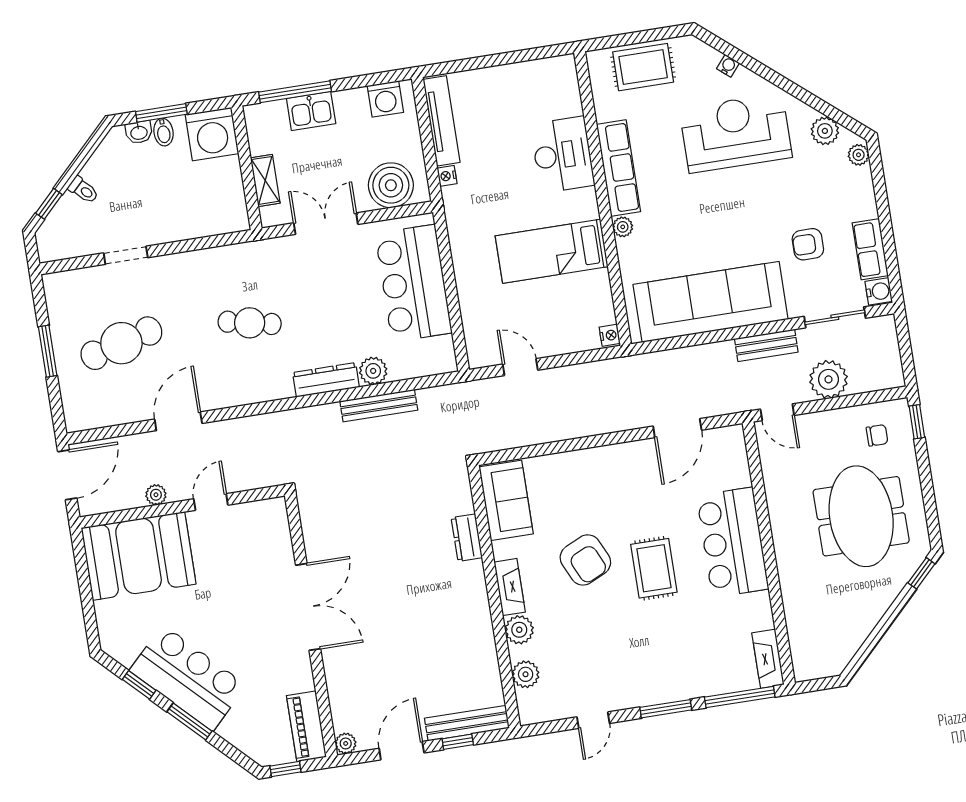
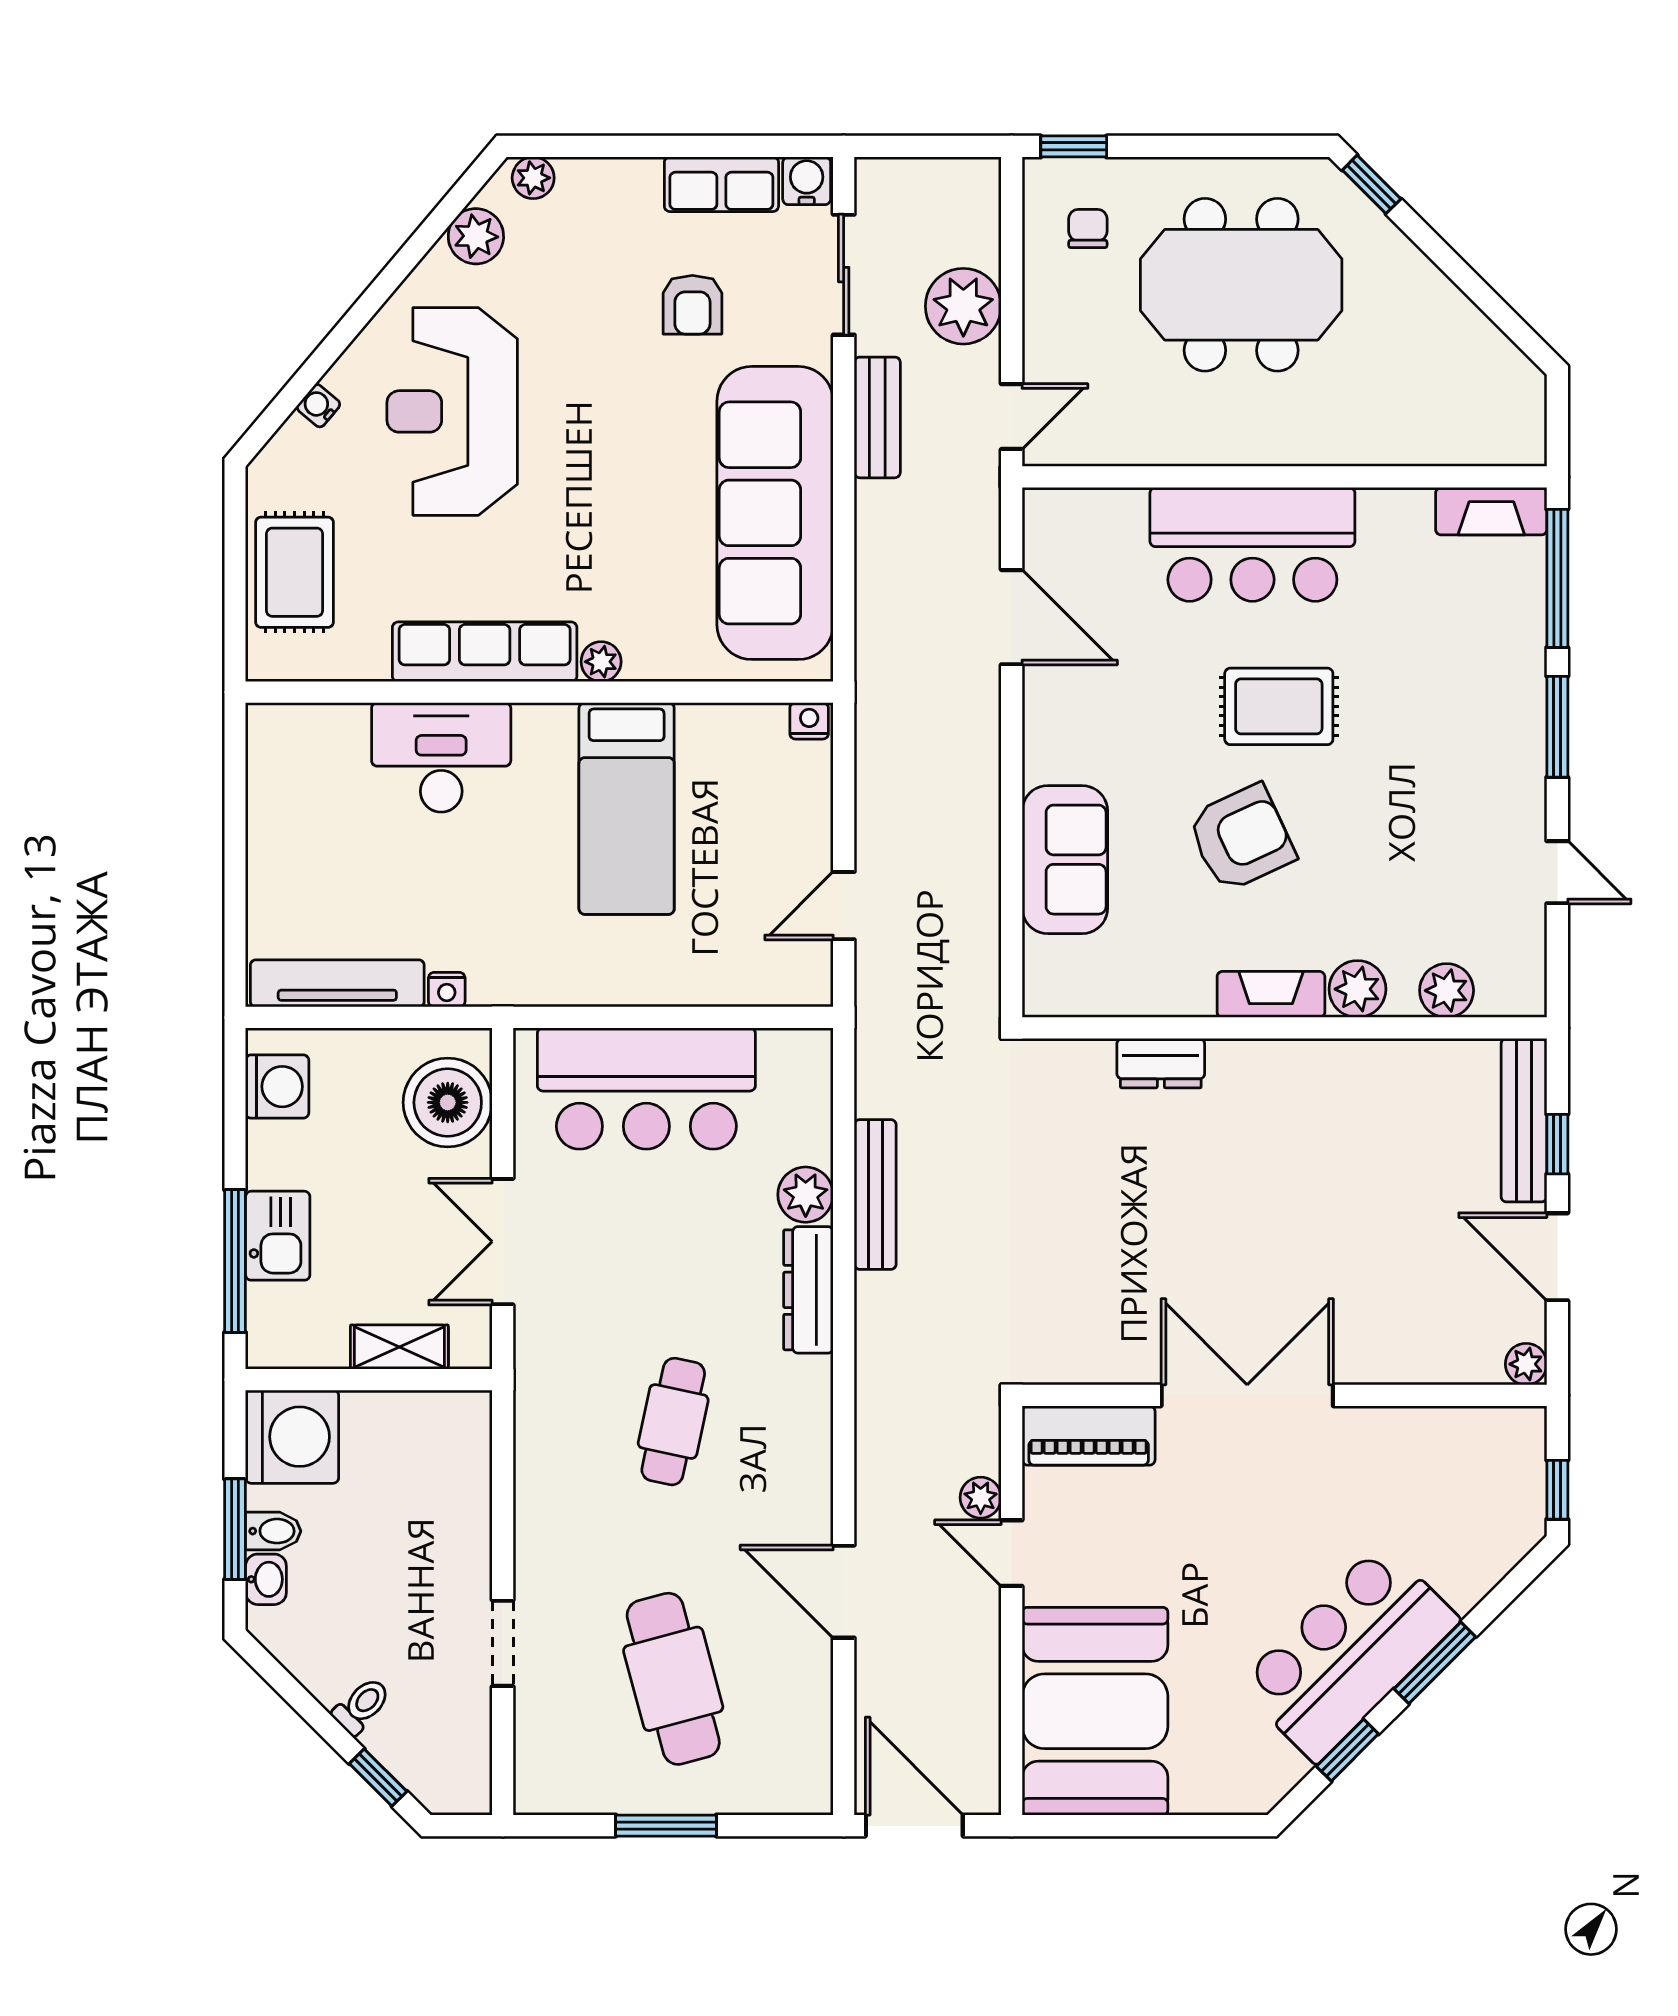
plant: (156, 495) -> (981, 1498), moved
sofa: (506, 500) -> (1065, 860), moved, turned 90
piano: (306, 726) -> (1089, 1436), moved

